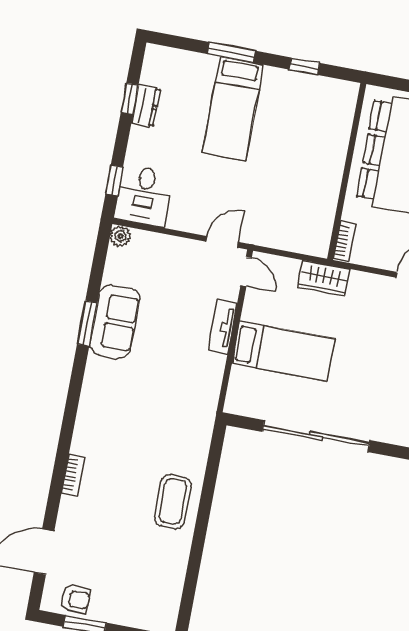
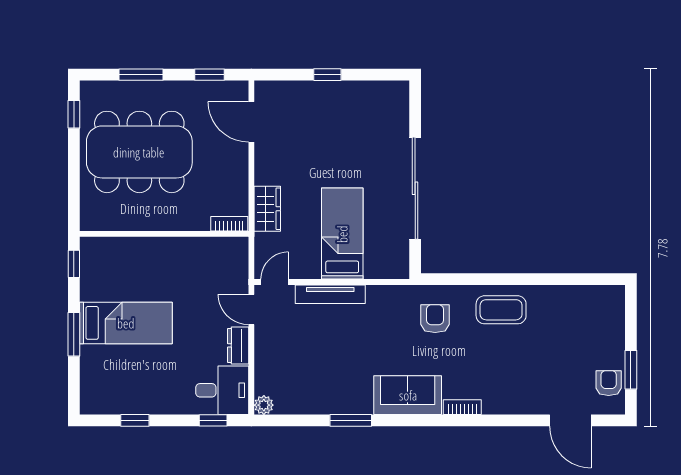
dresser: (146, 106) -> (238, 345), moved, turned -90
wall: (347, 171) -> (164, 234), moved
bookcase: (344, 241) -> (229, 224), moved
sofa: (115, 322) -> (408, 395), moved
tv unit: (223, 327) -> (330, 294), width x1.41
armchair: (177, 431) -> (435, 319), added
bookcase: (73, 475) -> (462, 407), moved

